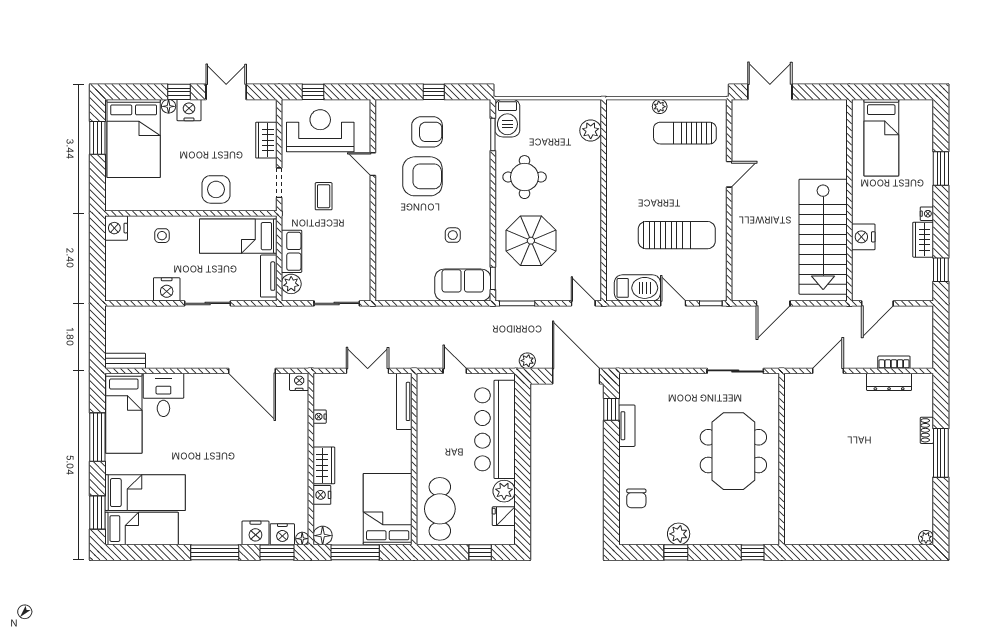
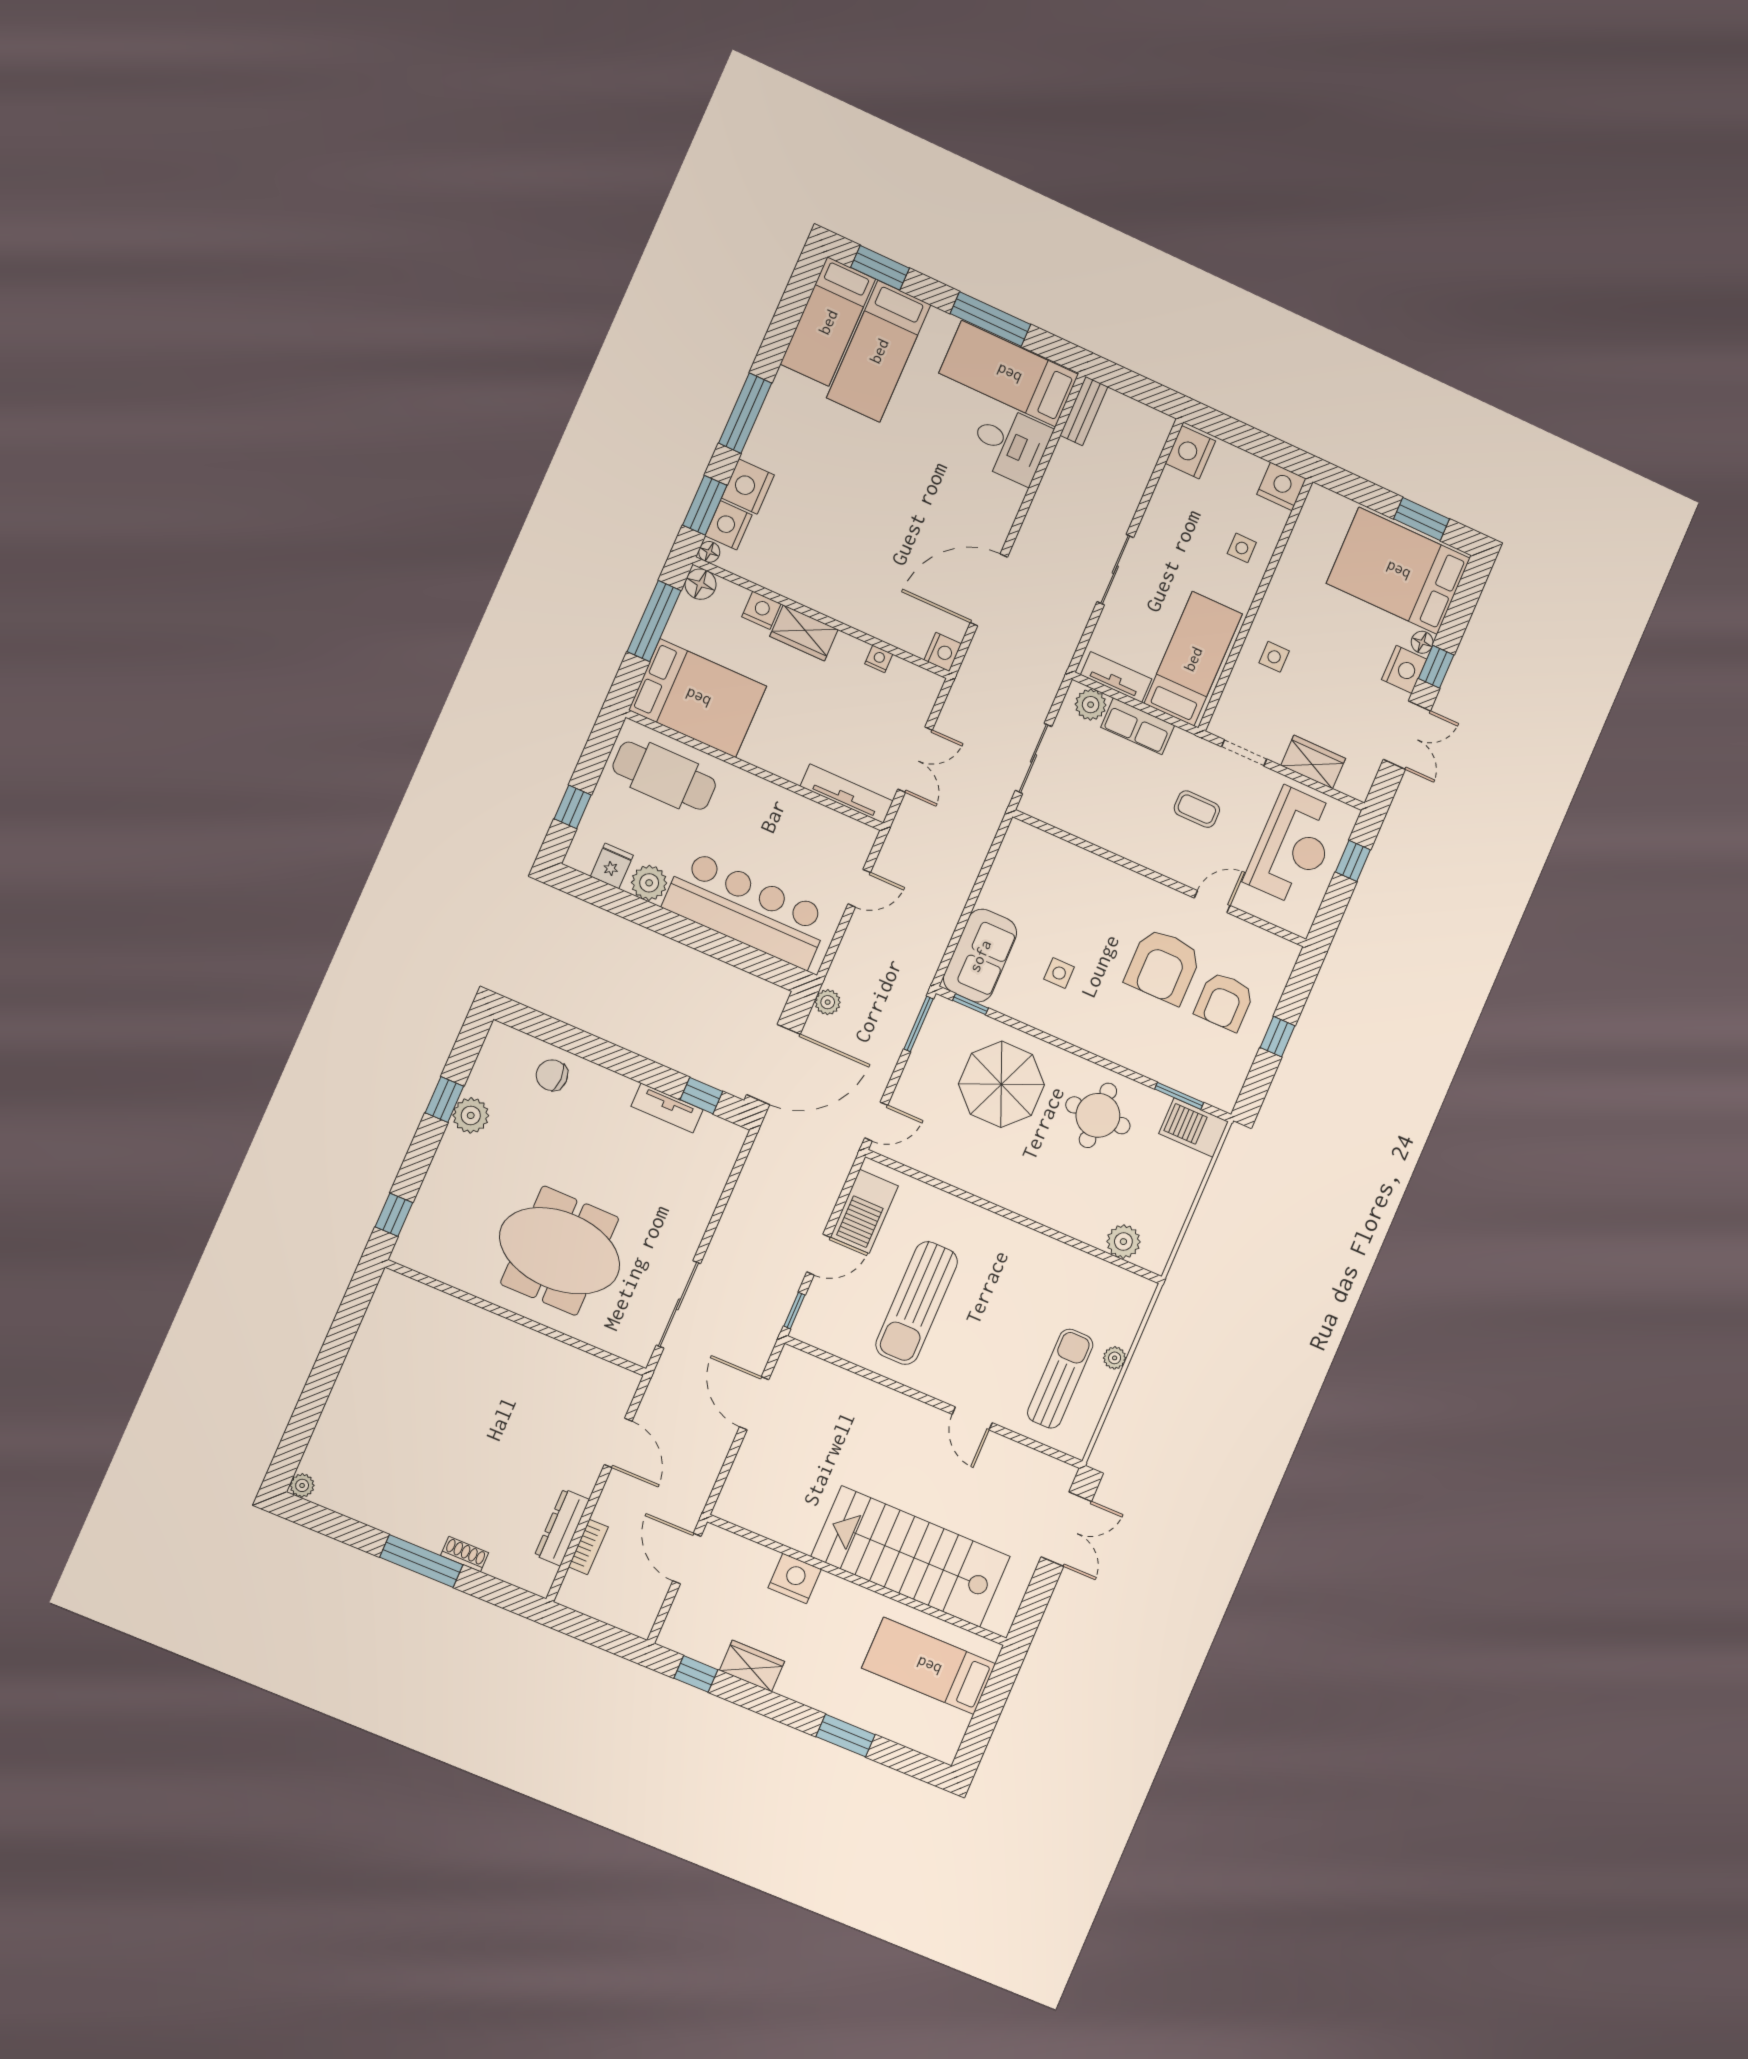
side table: (216, 189) -> (1274, 657), width x0.54, depth x0.54
nightstand: (927, 214) -> (788, 1687), removed
stairs: (823, 237) -> (911, 1557), moved
nightstand: (167, 289) -> (1190, 452), moved

